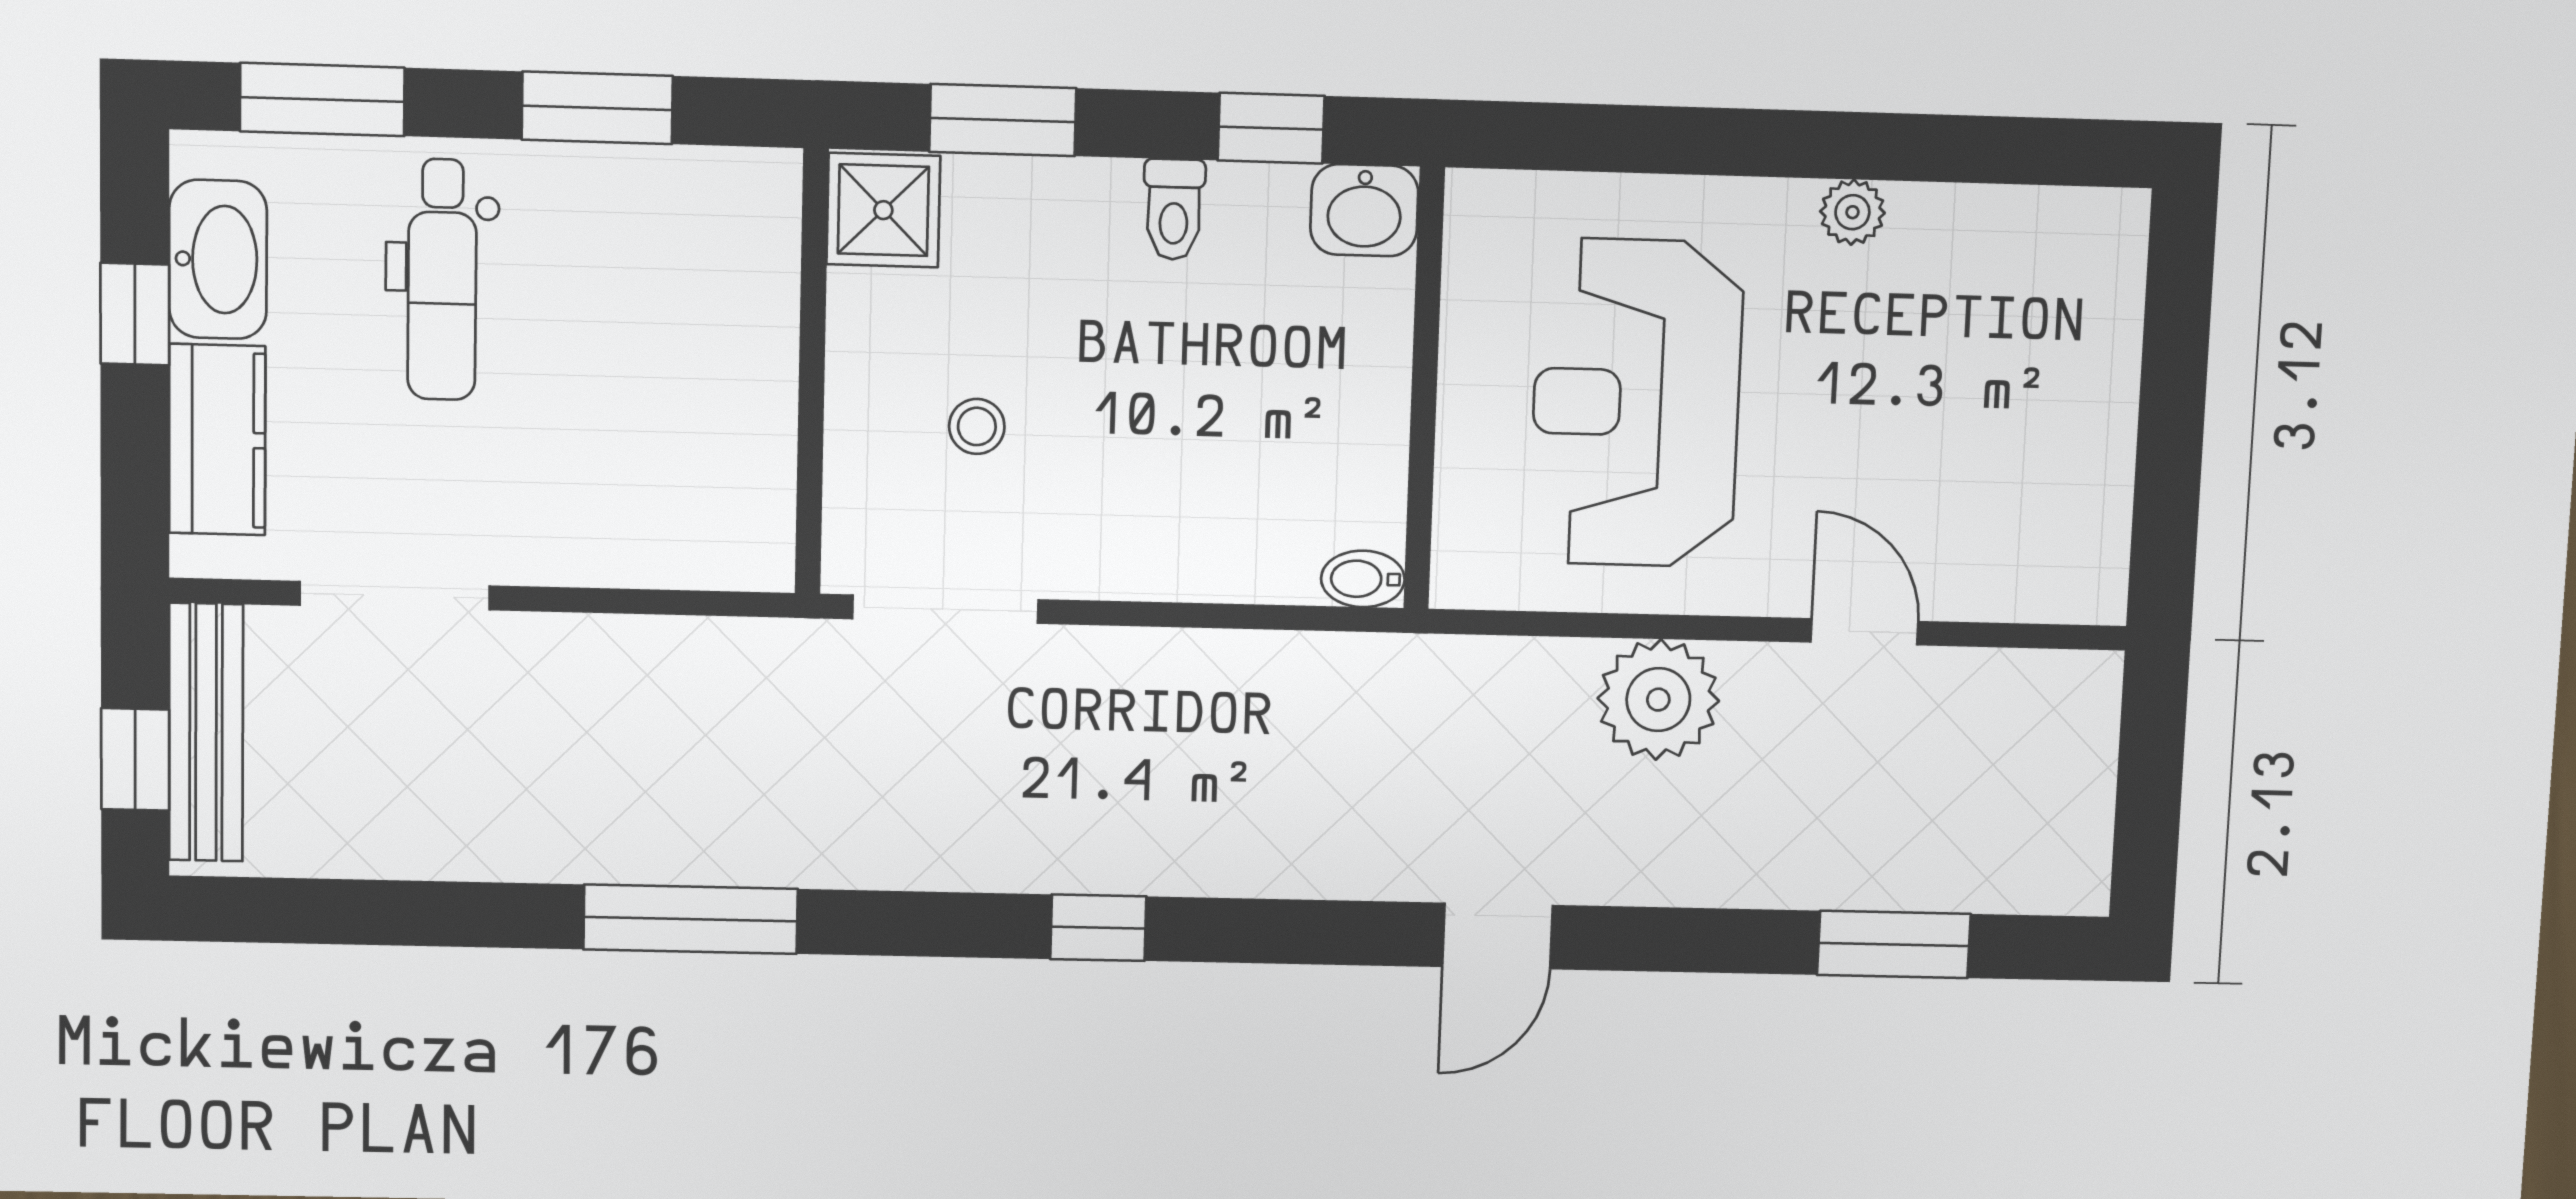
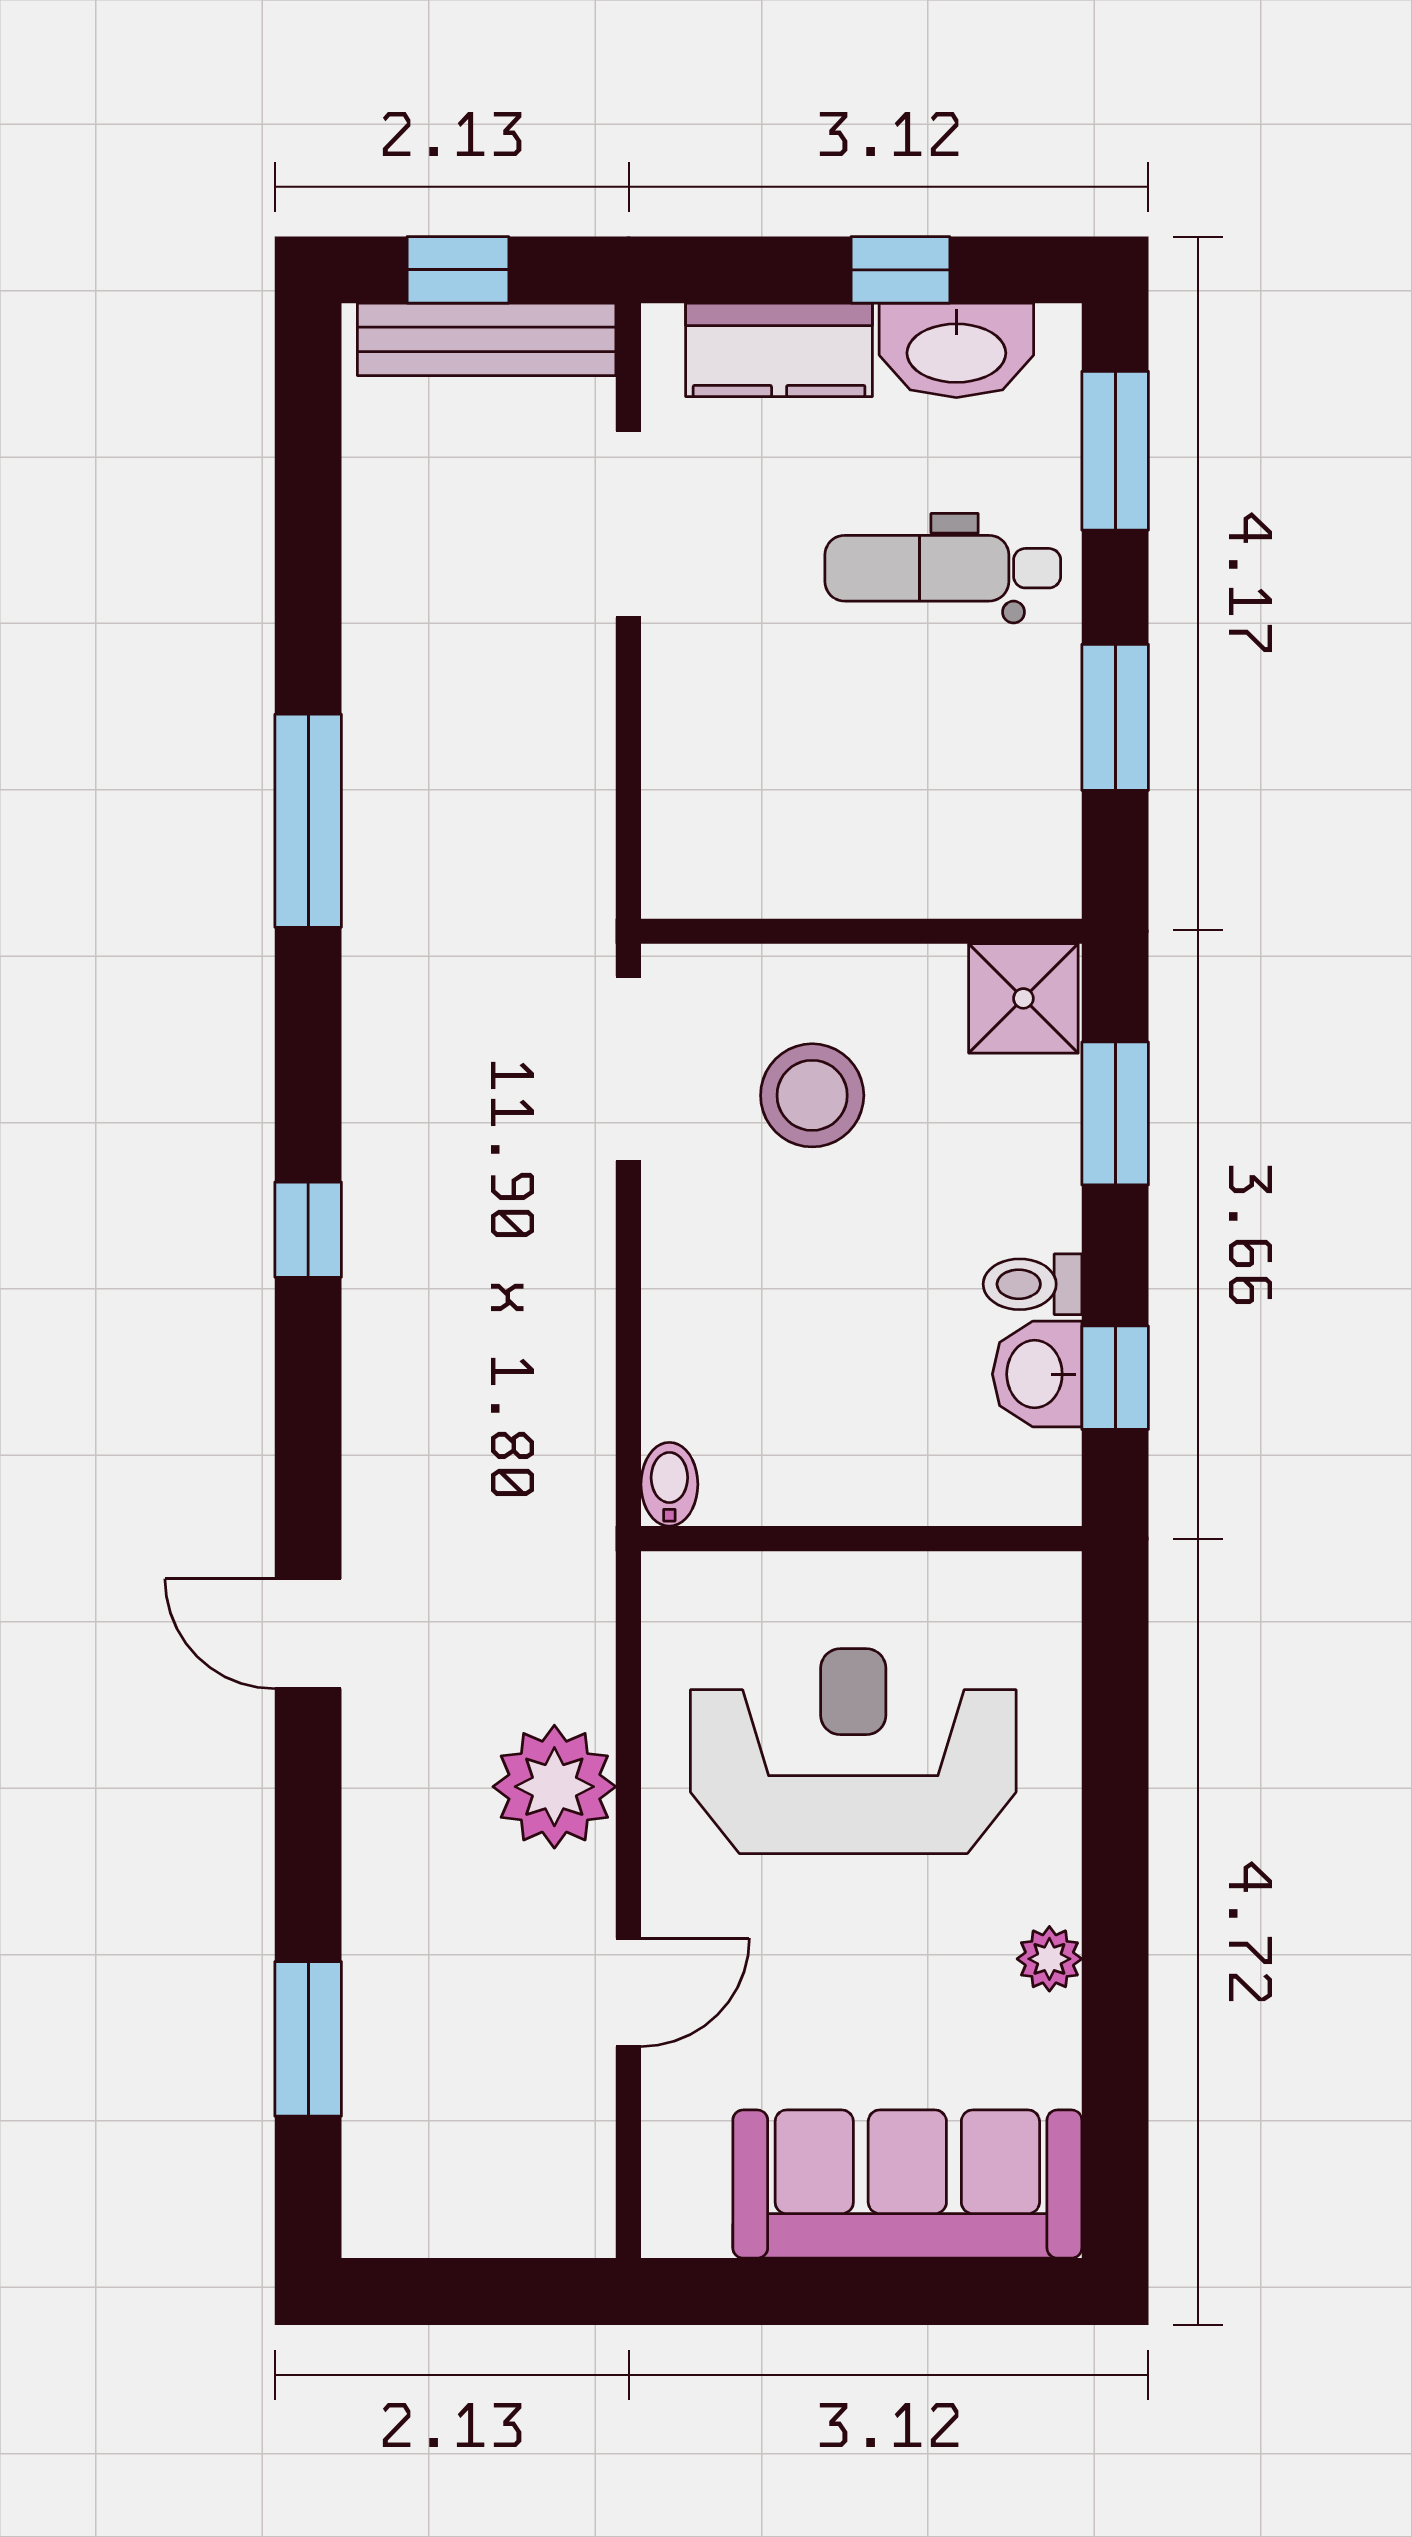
washbasin: (1364, 210) -> (1037, 1374), moved
sofa: (2068, 361) -> (907, 2184), added
stool: (977, 426) -> (812, 1095), width x1.89, depth x1.89

